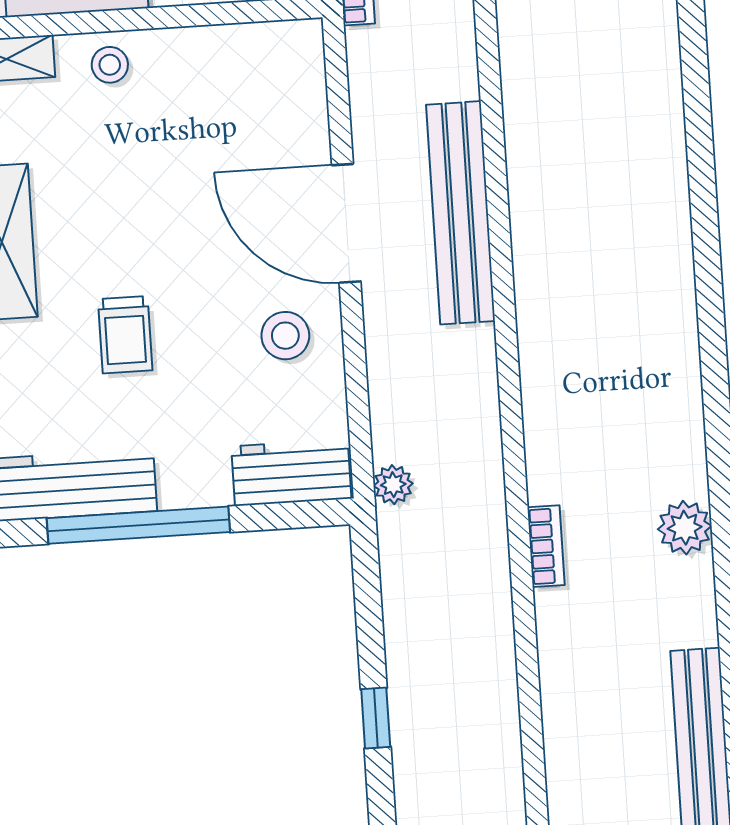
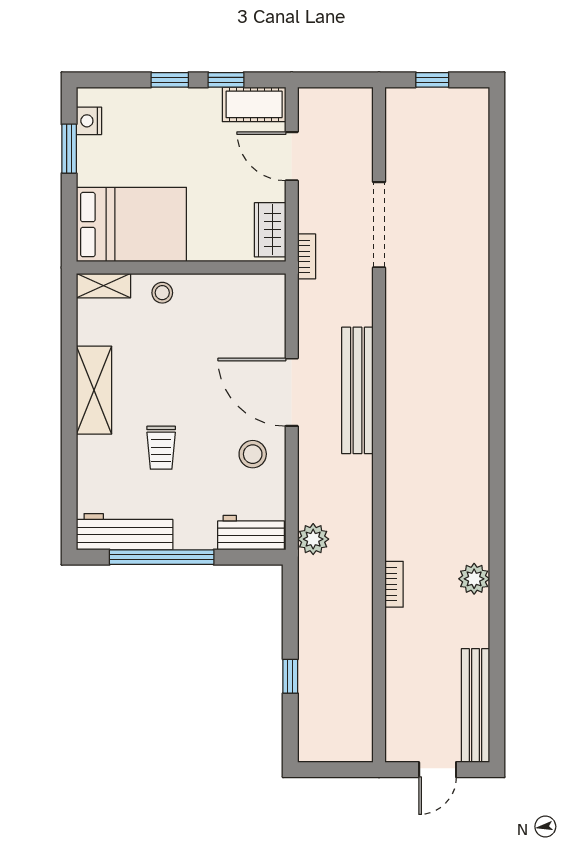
plant: (393, 485) -> (313, 539), width x1.38, depth x1.38

